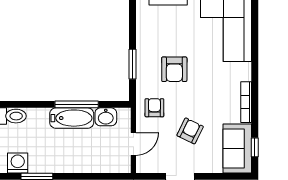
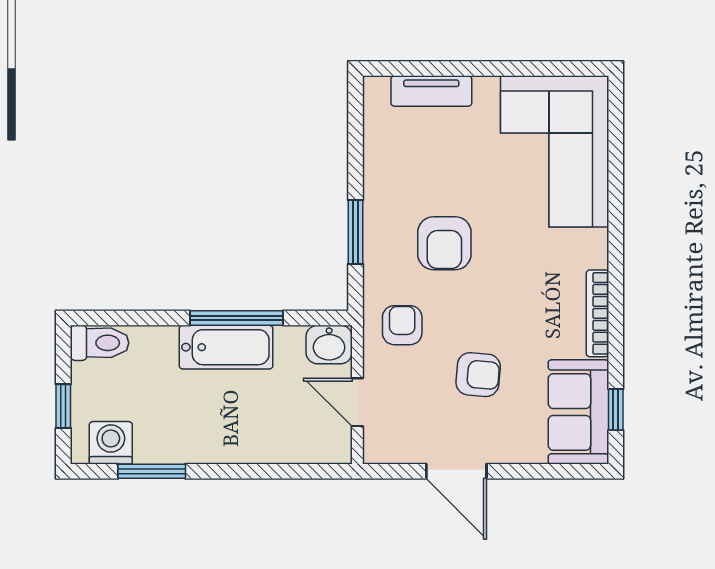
washbasin: (106, 117) -> (329, 345), moved
armchair: (190, 131) -> (478, 375), turned 69
door: (133, 144) -> (357, 402), swing flipped

